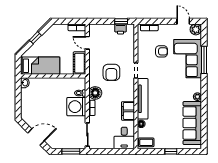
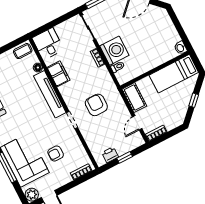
window: (121, 21) -> (125, 157), moved
door: (87, 43) -> (137, 123), swing flipped
floor lamp: (95, 93) -> (102, 75), removed

